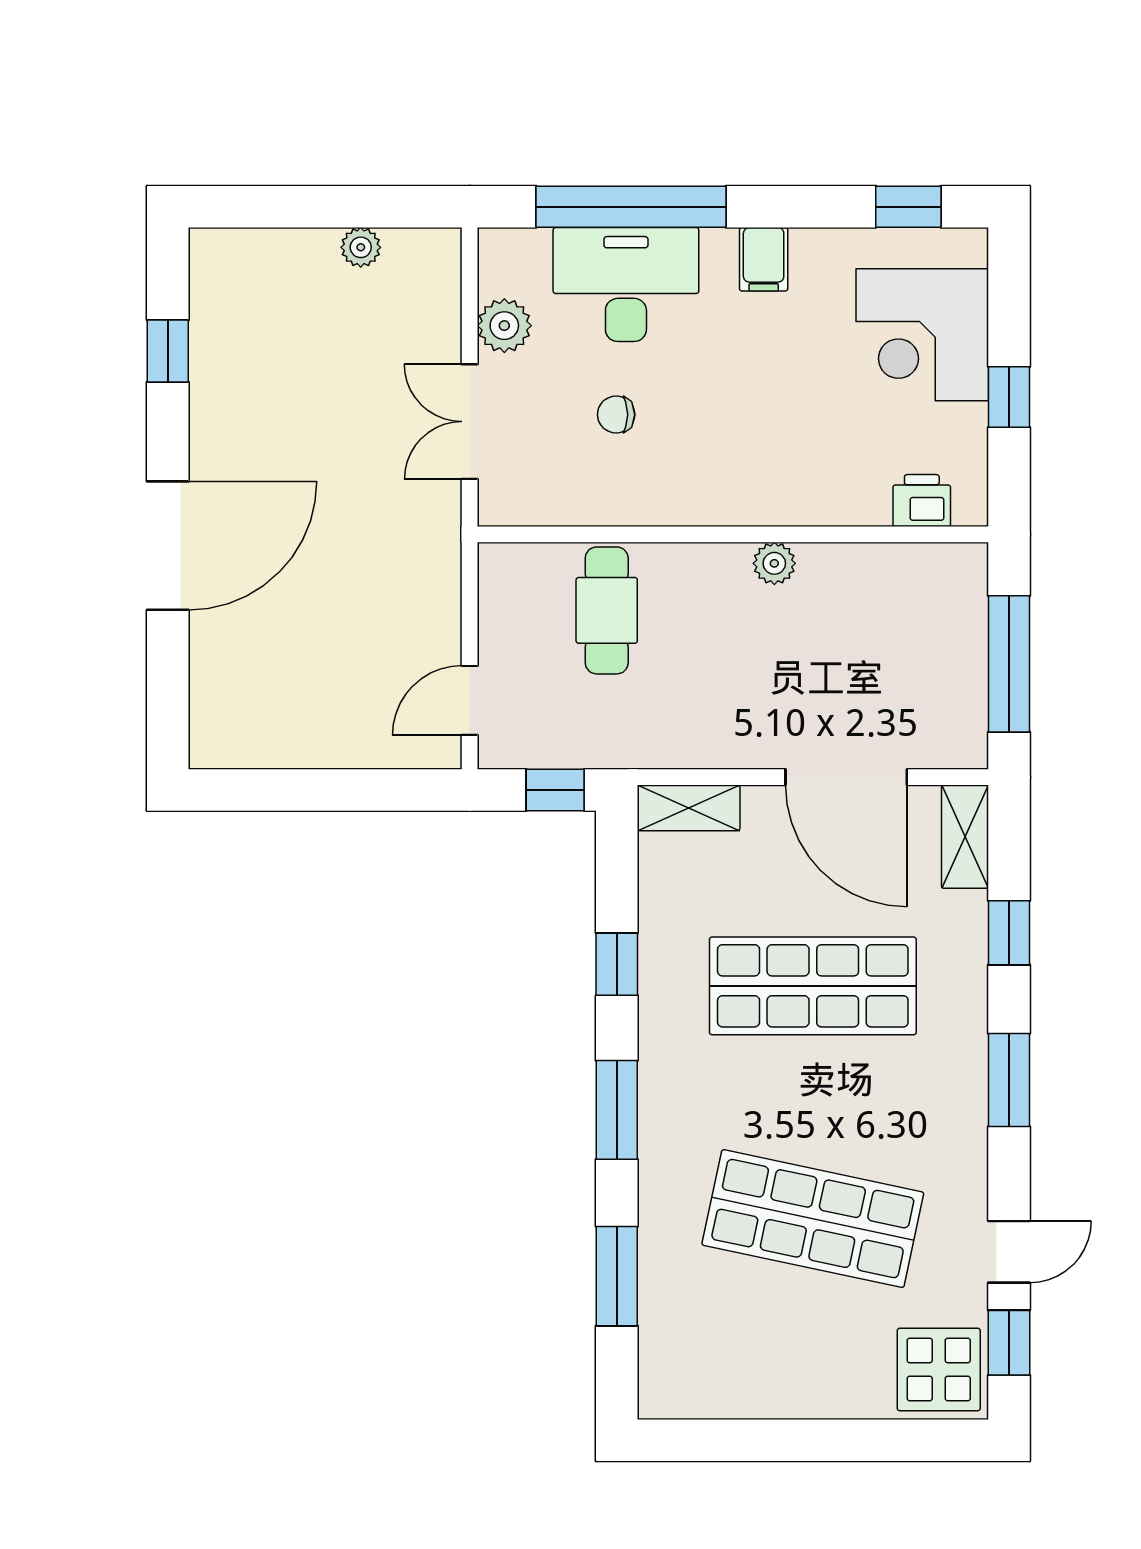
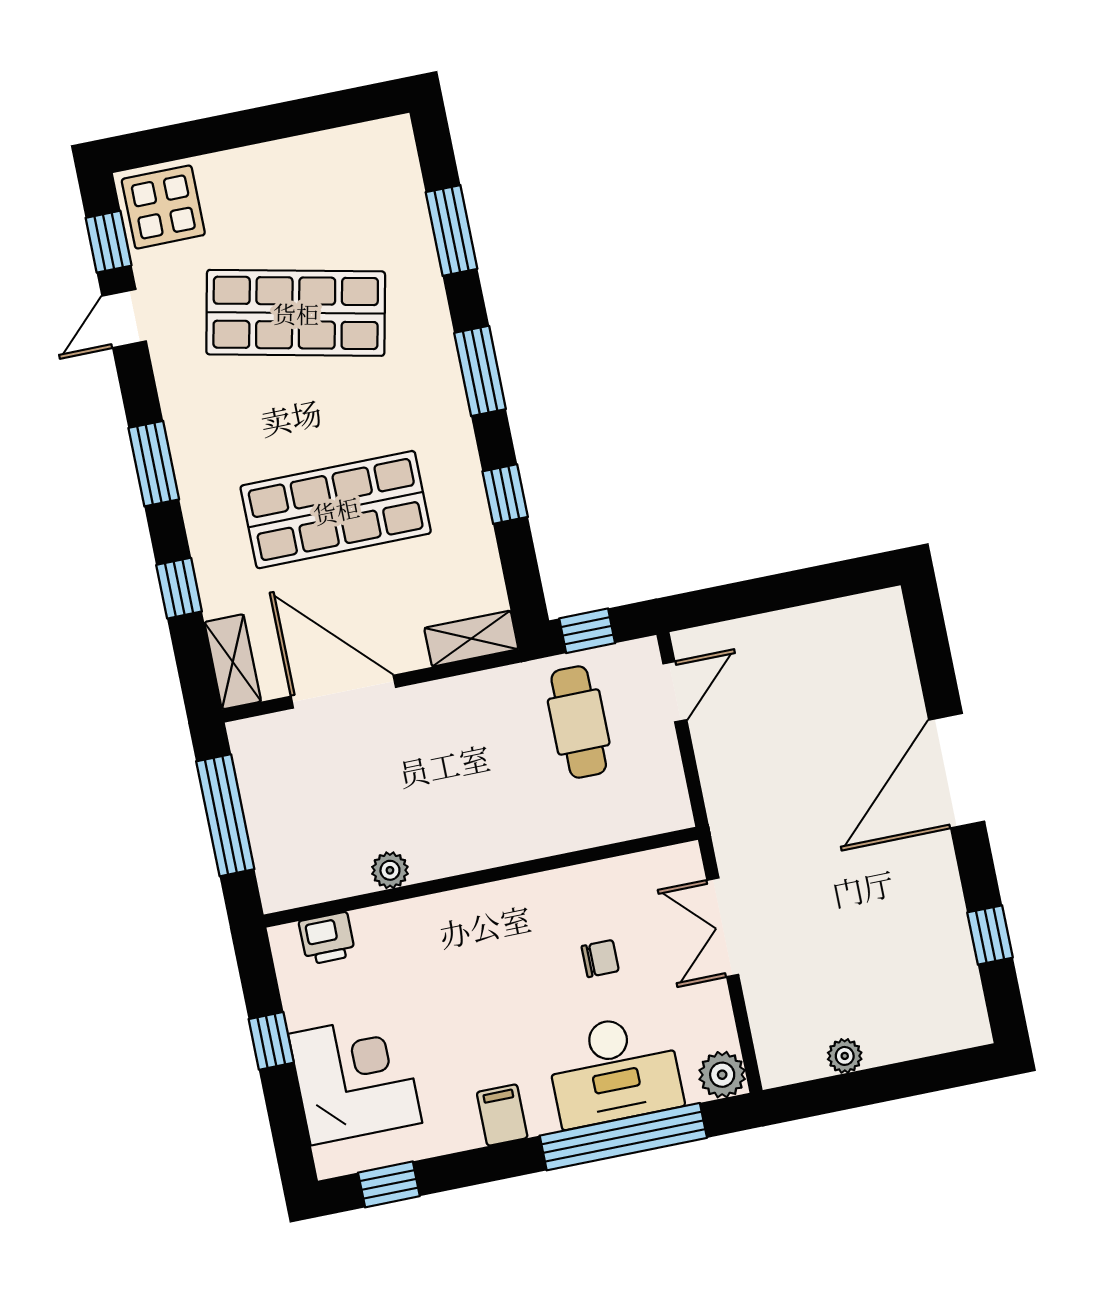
plant: (504, 326) -> (722, 1075), moved
double door: (470, 422) -> (723, 927), swing flipped
plant: (774, 563) -> (390, 870), moved
cafe table: (607, 610) -> (579, 722), moved

